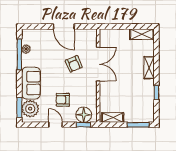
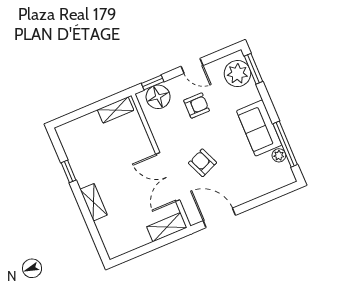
door: (64, 26) -> (219, 218), moved
shelving: (142, 34) -> (167, 227), moved
sofa: (31, 83) -> (259, 128), moved
window: (138, 125) -> (75, 115), removed

